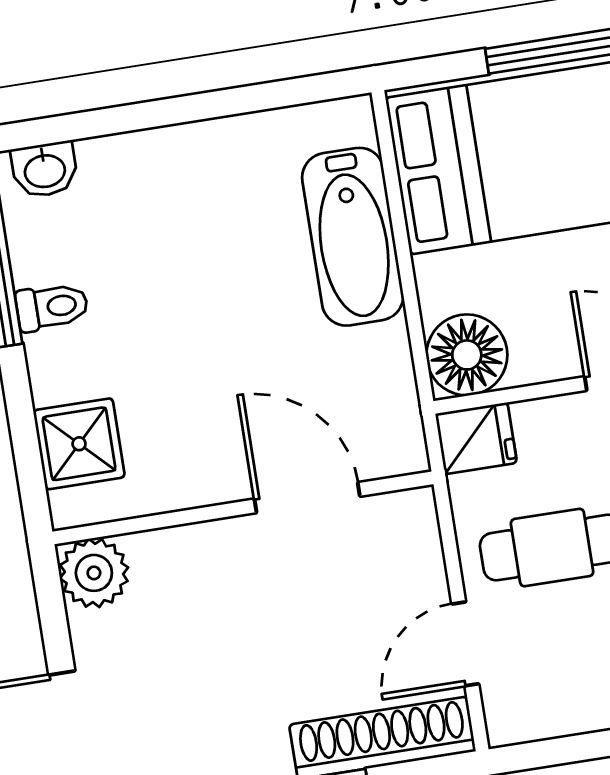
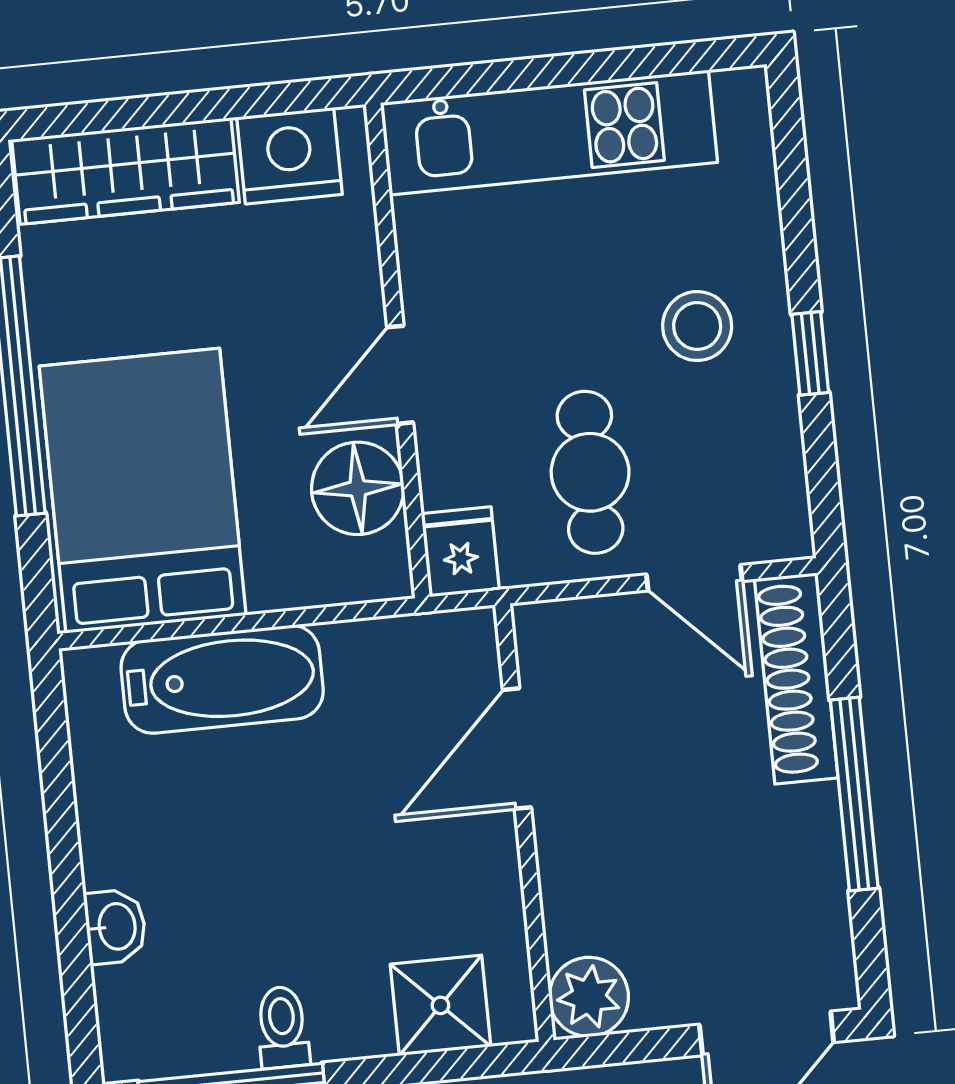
washbasin: (45, 170) -> (115, 927), moved
floor lamp: (467, 355) -> (358, 488), moved

